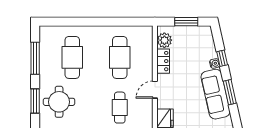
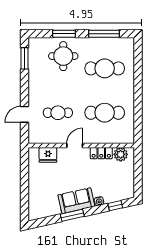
window: (186, 22) -> (138, 175), removed
window: (222, 58) -> (115, 206), moved
door: (155, 90) -> (75, 146), hinge flipped
sofa: (215, 94) -> (76, 201), width x0.73

